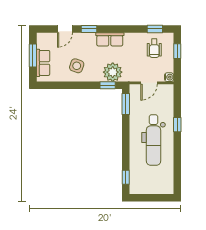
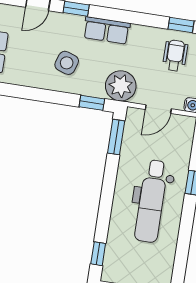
wheelchair: (154, 48) -> (175, 55), turned 180
side table: (77, 66) -> (67, 63), moved
plant: (113, 72) -> (121, 86), moved

